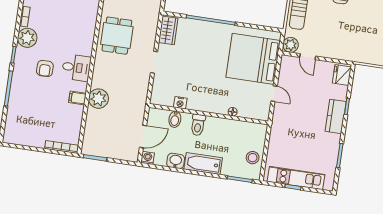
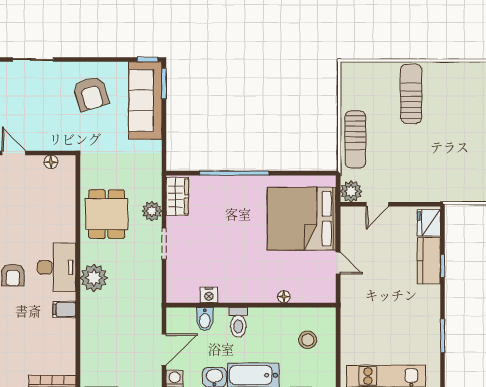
plant: (149, 38) -> (152, 211), added
door: (308, 57) -> (377, 204), hinge flipped
desk: (76, 68) -> (57, 267), width x1.37
plant: (98, 99) -> (94, 278), moved
kitchen counter: (336, 116) -> (429, 261), moved
stool: (253, 158) -> (308, 340), moved

